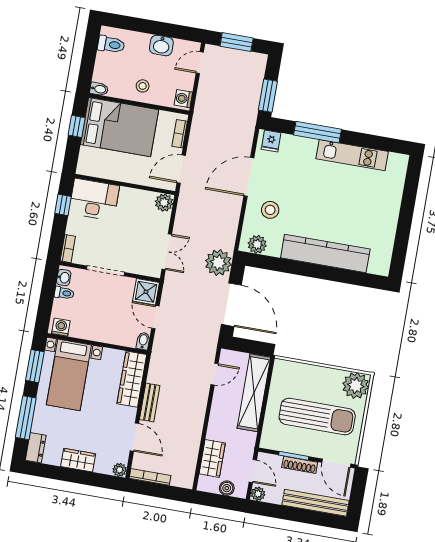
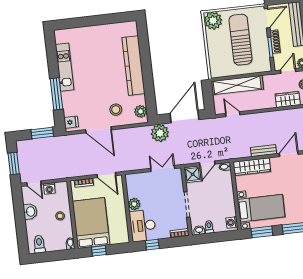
washing machine: (183, 99) -> (49, 188), moved
plant: (164, 203) -> (134, 204), moved

